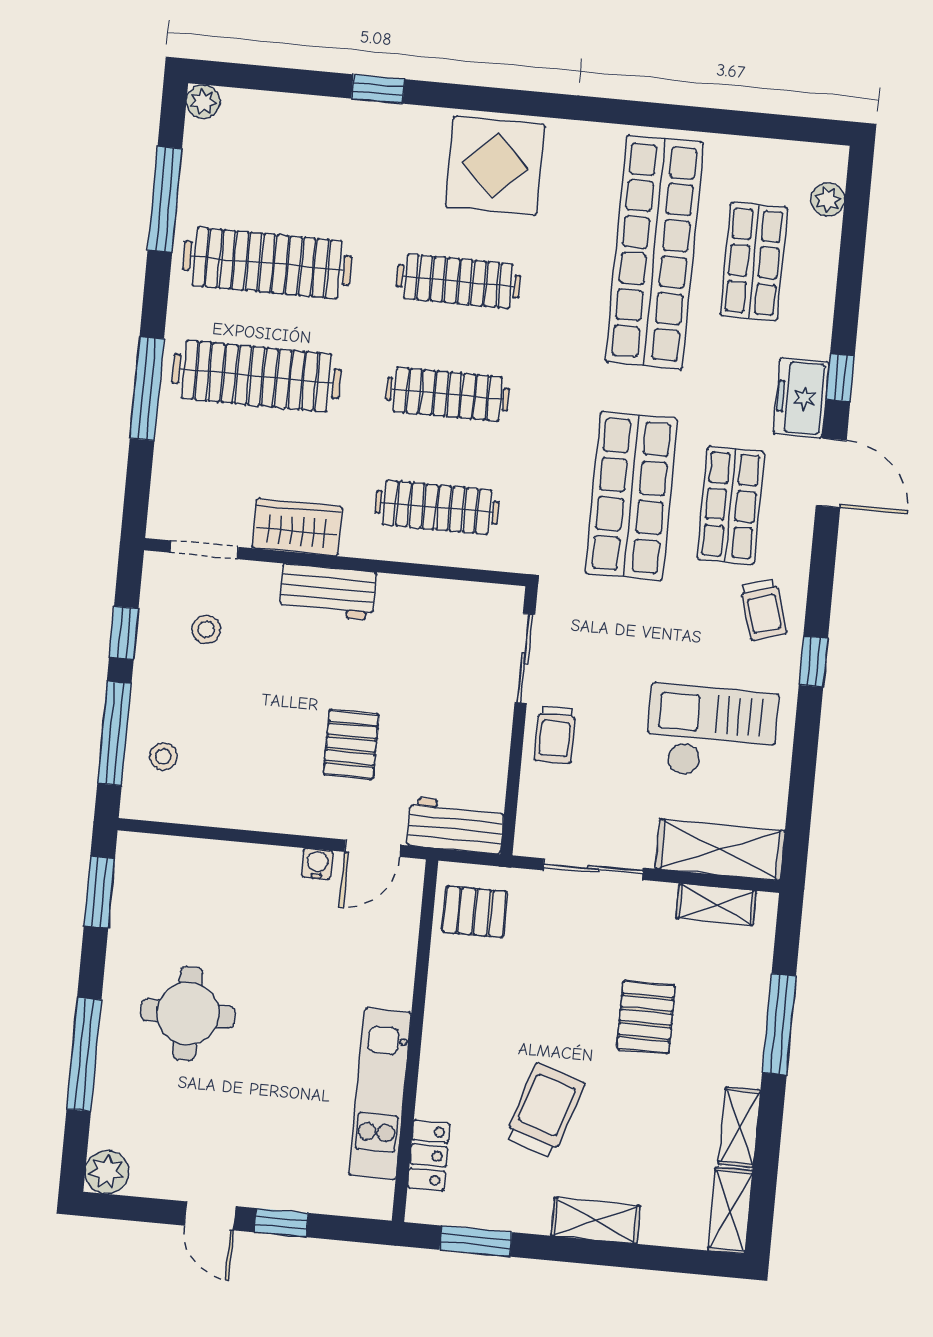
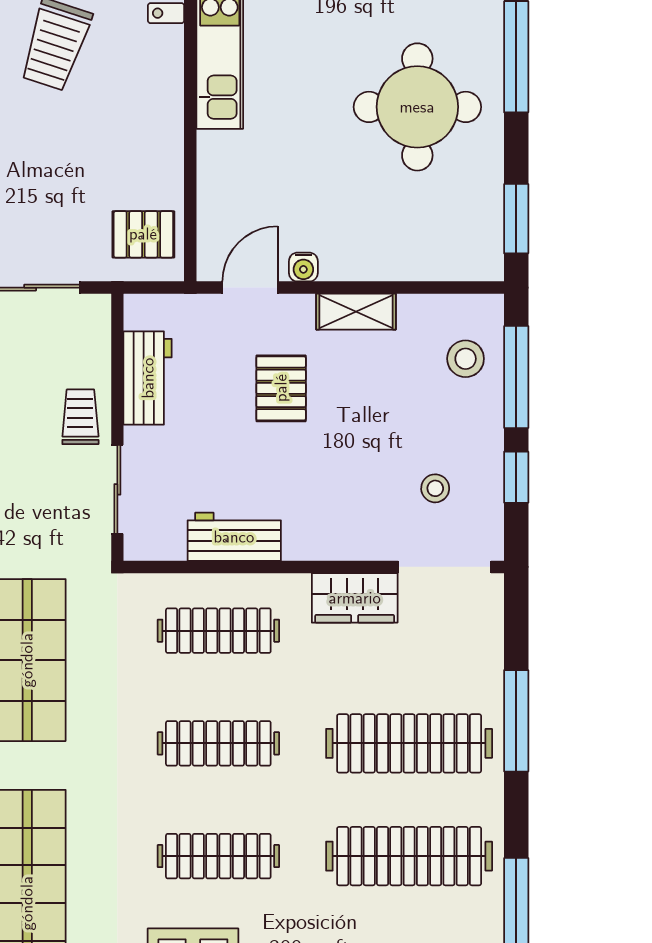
doorway: (204, 550) -> (445, 567), width x1.38
workbench: (328, 592) -> (234, 537), moved
stool: (163, 756) -> (466, 359), width x1.37, depth x1.37
shelving: (269, 814) -> (356, 312), added
workbench: (456, 826) -> (148, 378), moved, turned -90
round table: (188, 1014) -> (417, 107), width x1.36, depth x1.36

